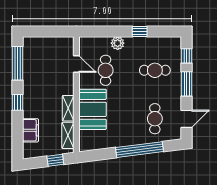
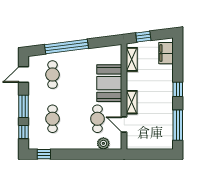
window: (140, 31) -> (44, 154), moved
plant: (118, 43) -> (103, 143), moved
cafe table: (155, 70) -> (53, 119), turned 90
shelving: (68, 108) -> (132, 102), moved
filing cabinet: (30, 130) -> (166, 53), moved

